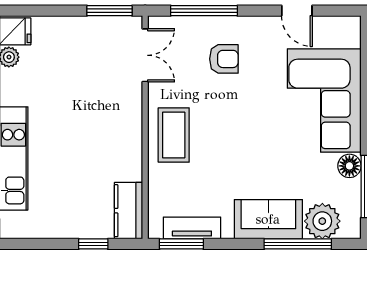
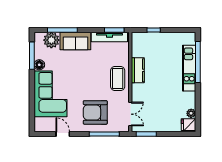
double door: (145, 55) -> (130, 114), swing flipped
armchair: (224, 59) -> (95, 112), width x1.88, depth x1.88
kitchen counter: (129, 211) -> (138, 70), moved
tv unit: (192, 228) -> (109, 37), width x1.41

